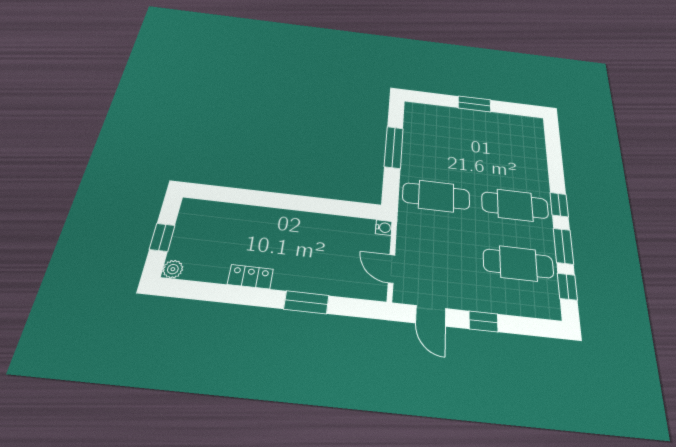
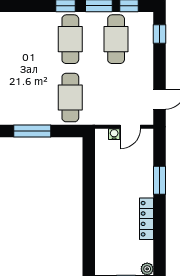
water cooler: (384, 228) -> (114, 134), moved
locker: (250, 277) -> (147, 219), width x1.53
window: (483, 321) -> (160, 34), moved

